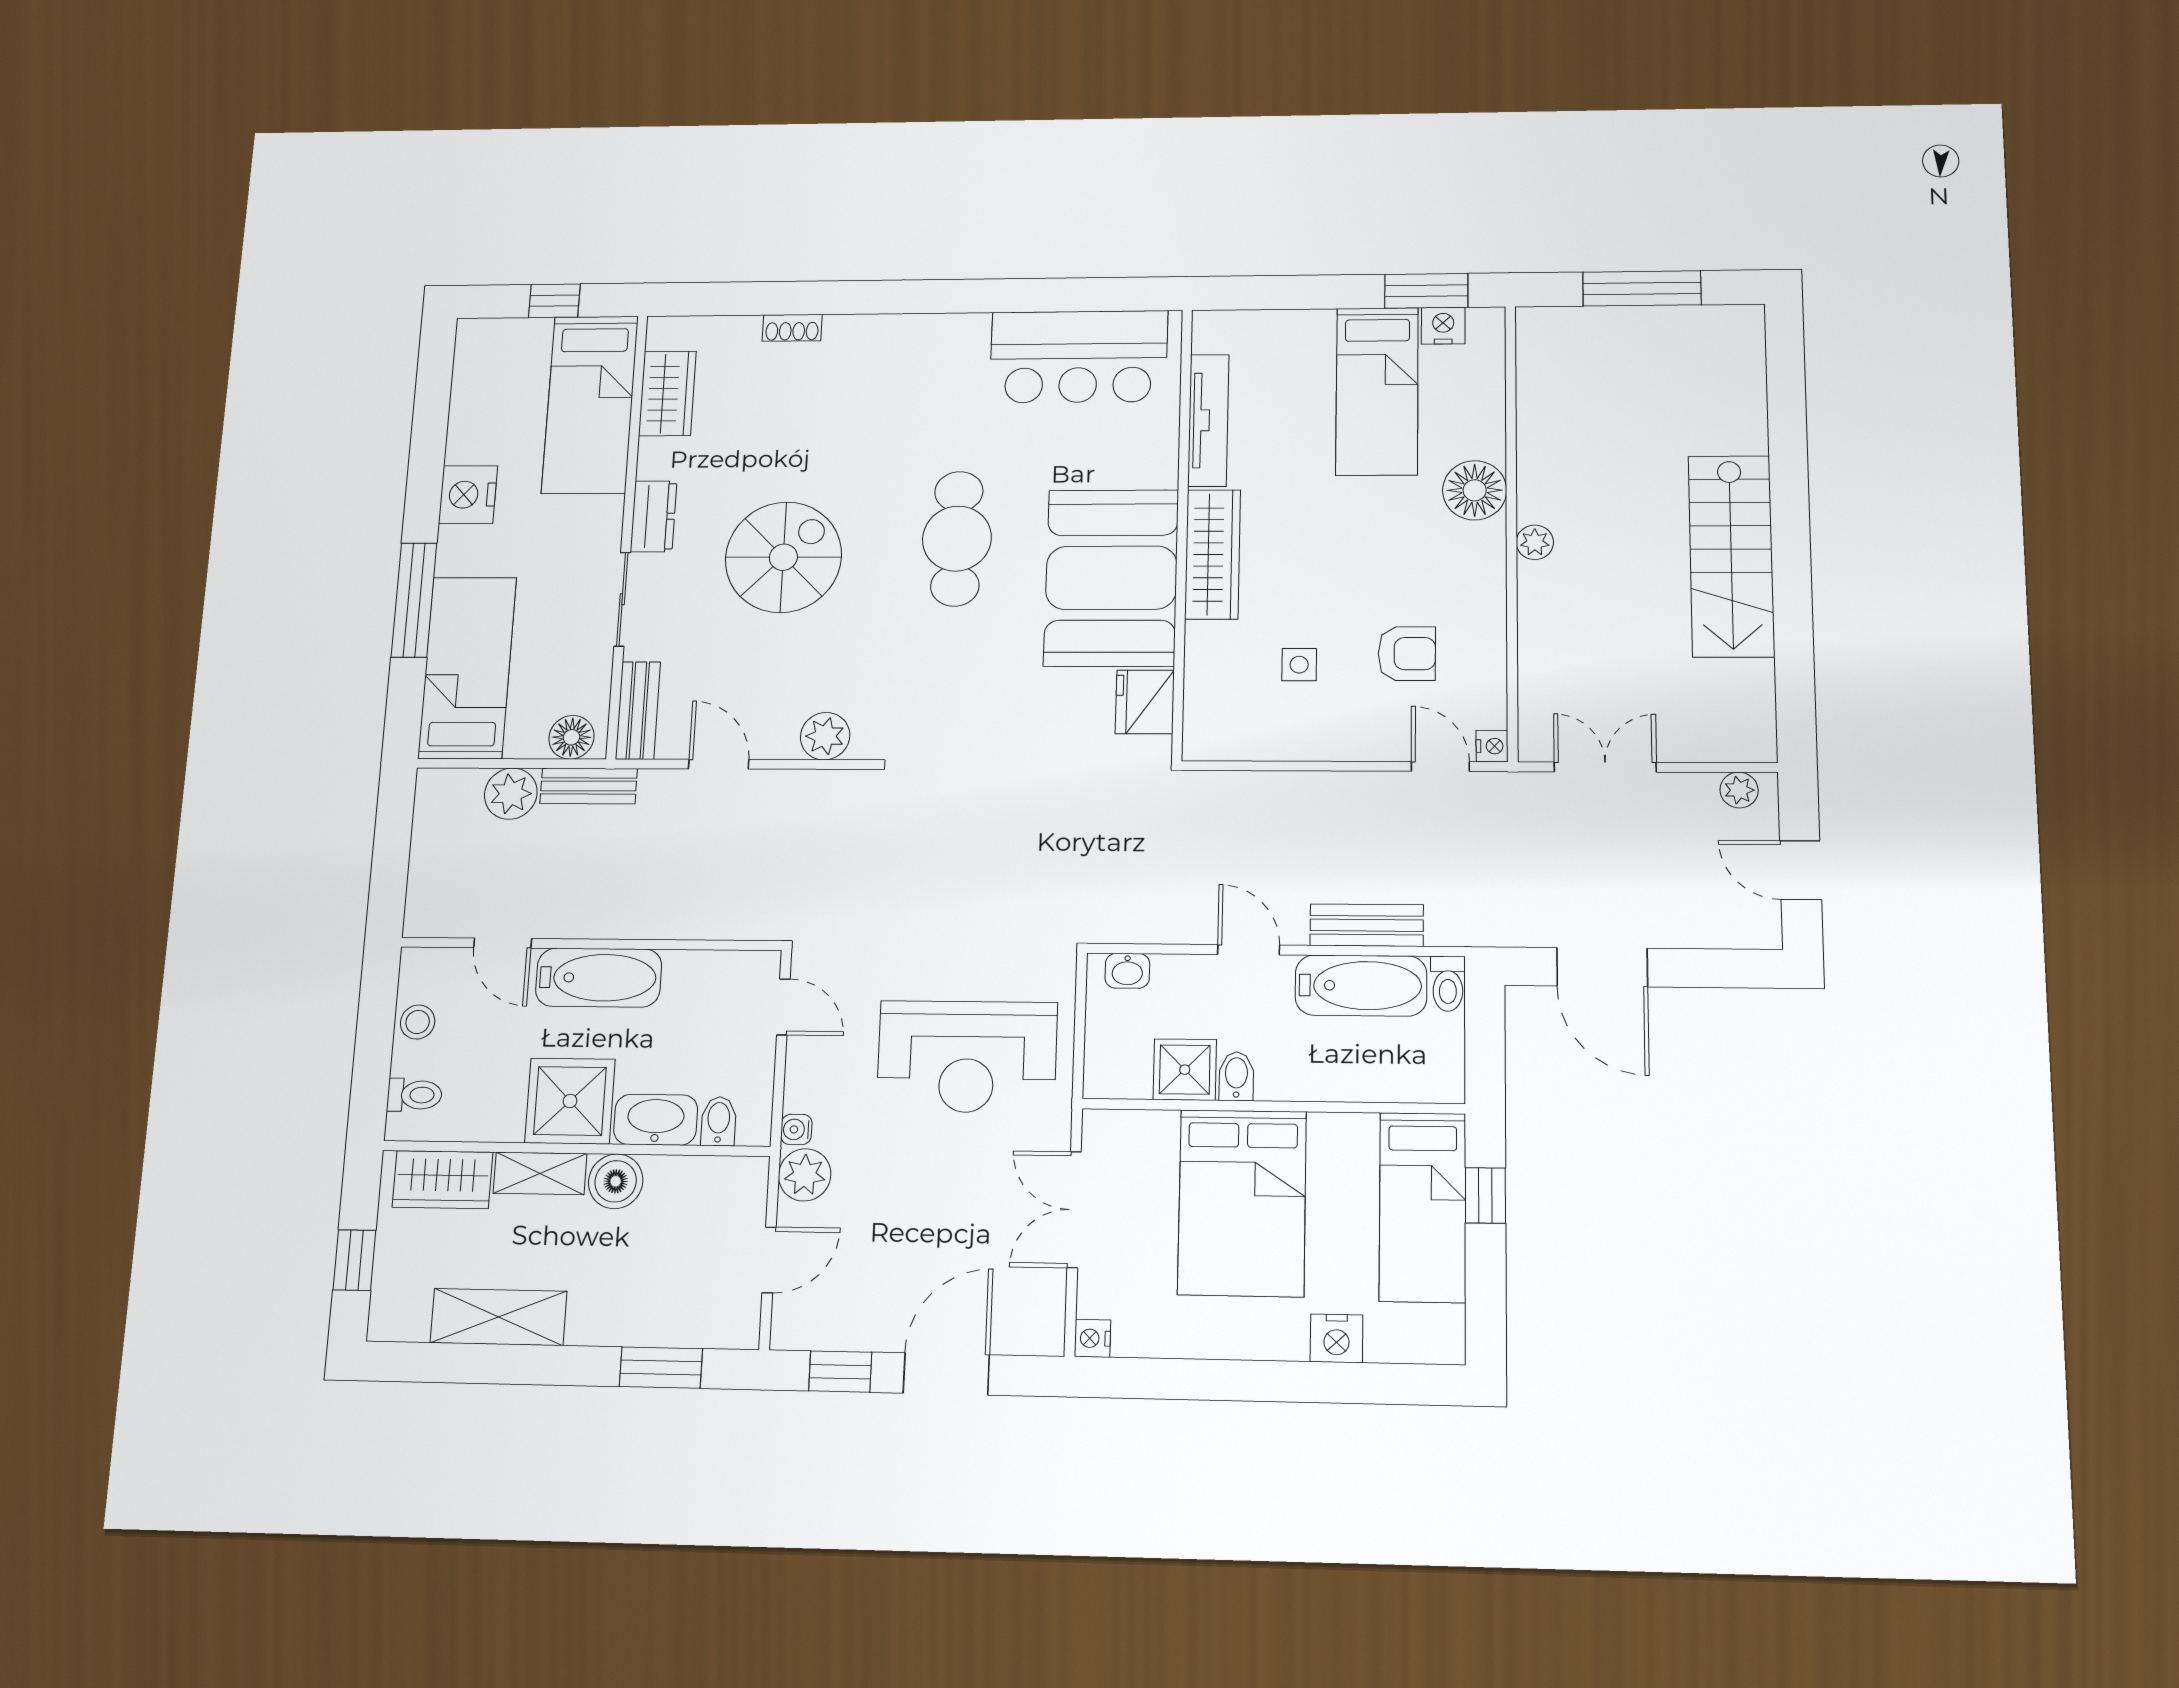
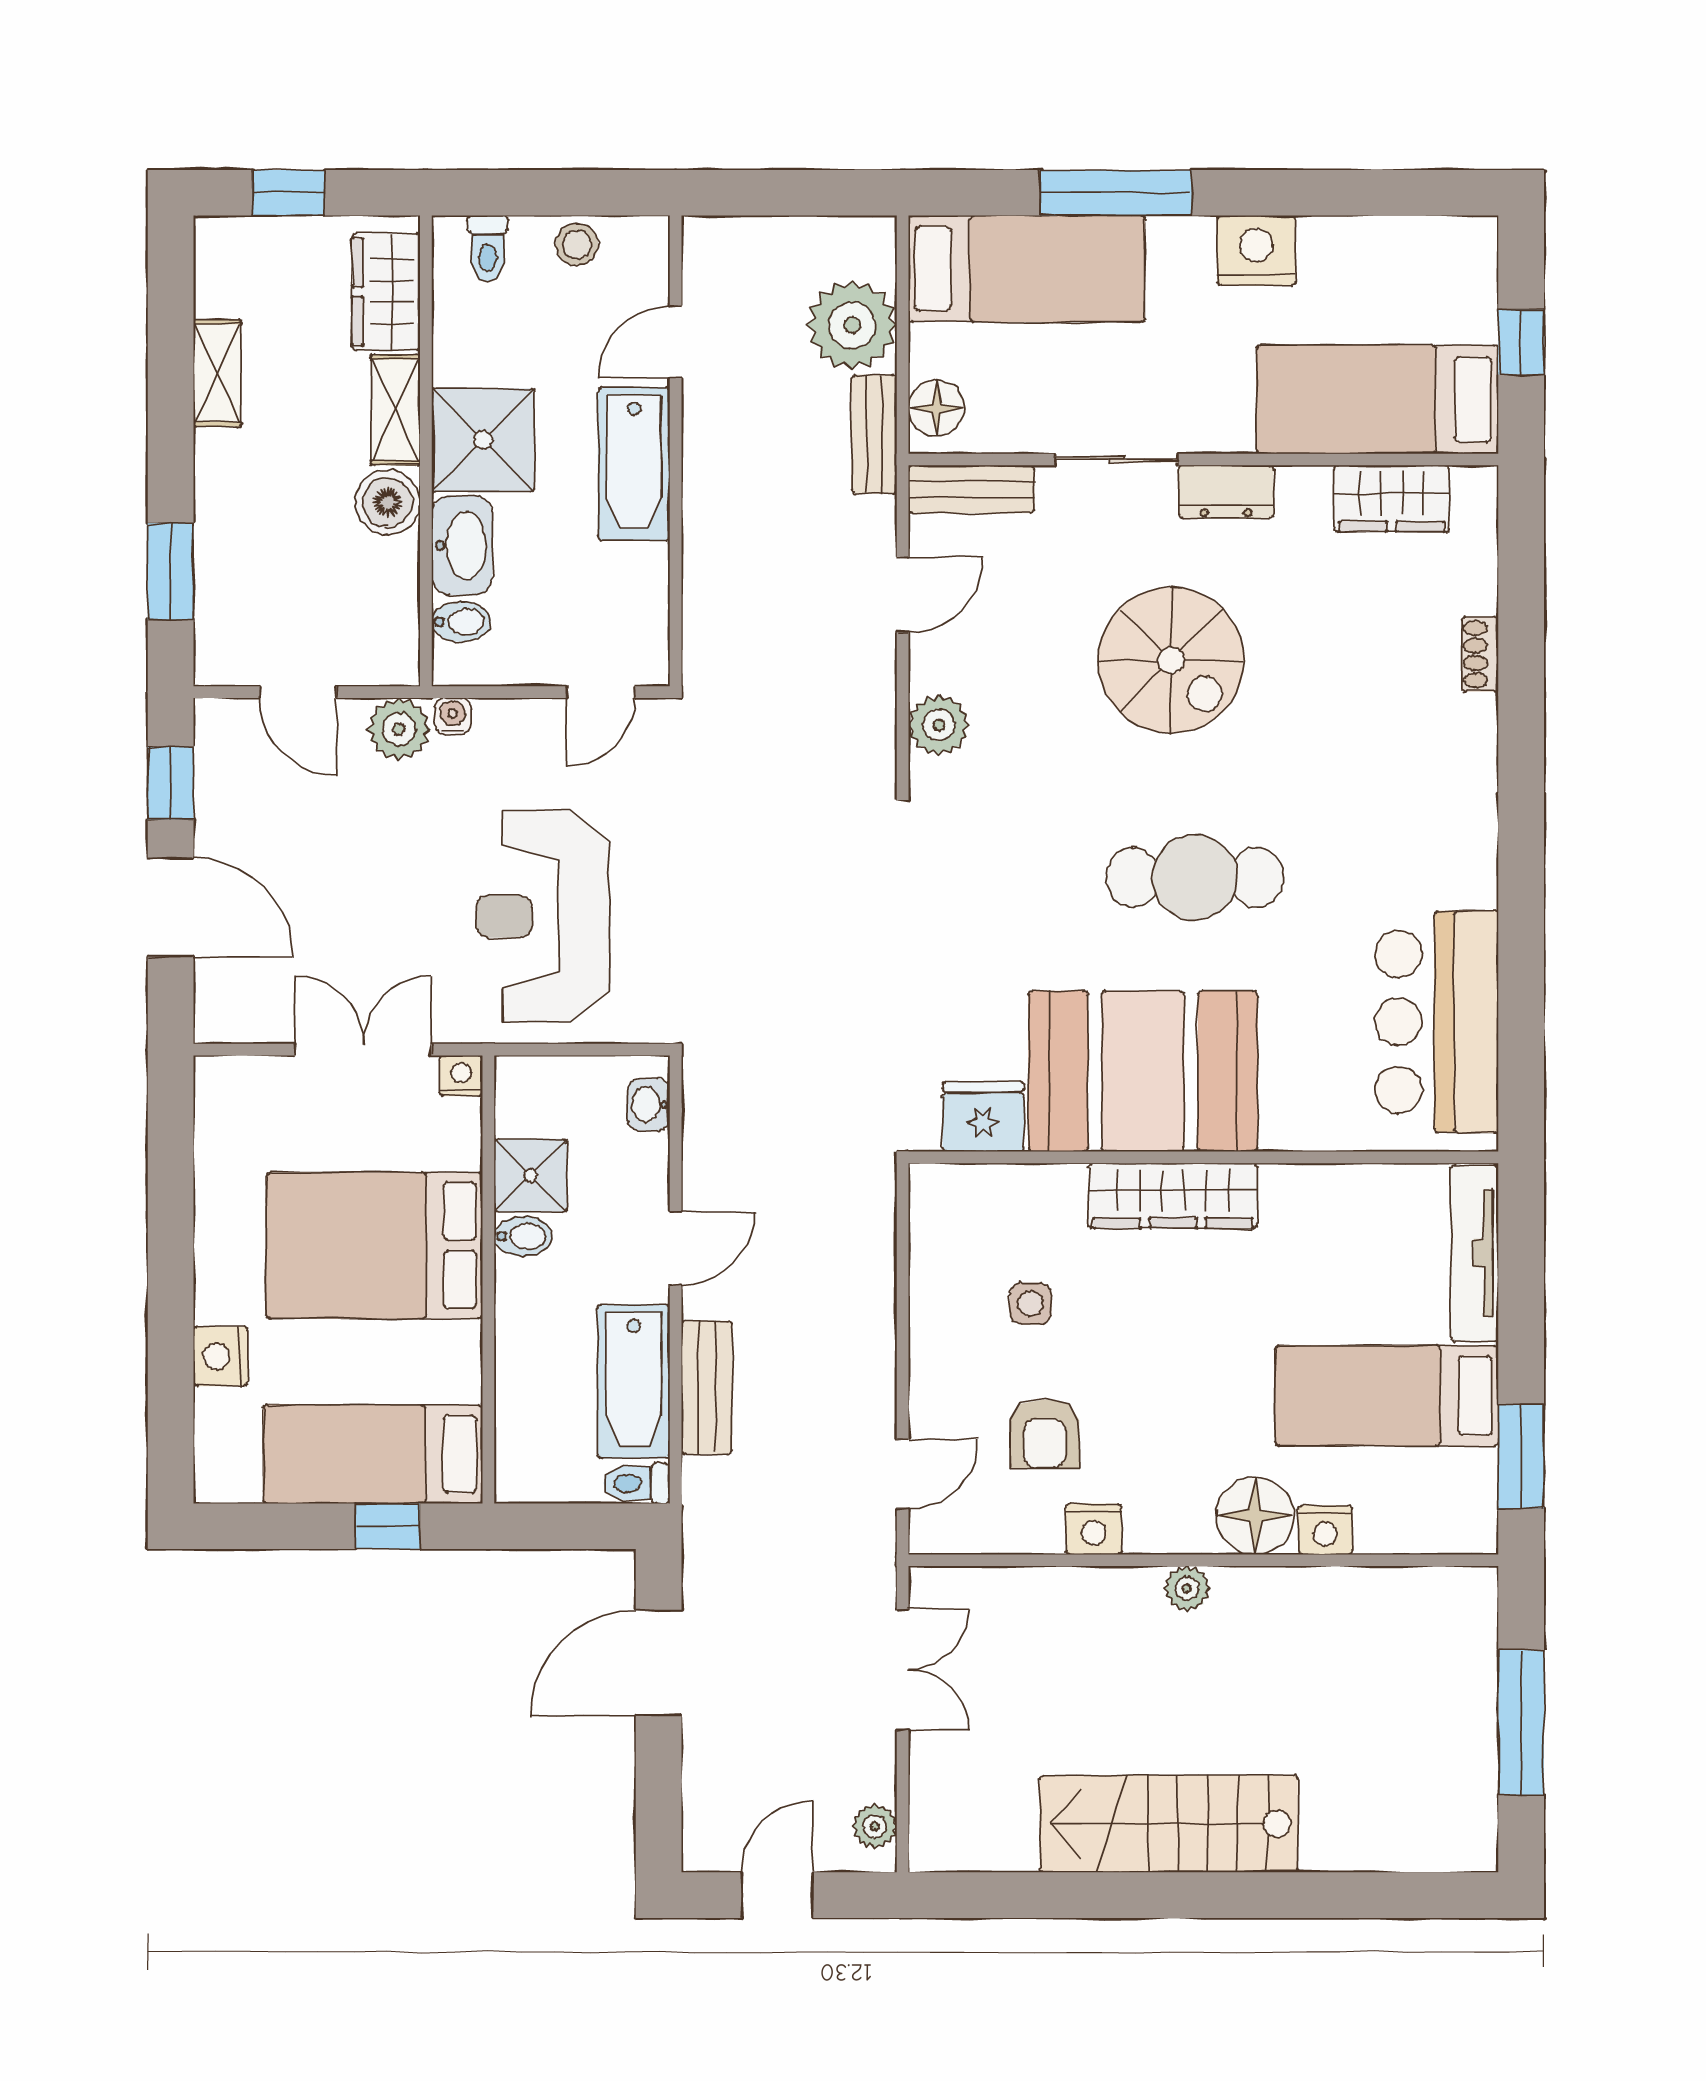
nightstand: (1443, 326) -> (1325, 1530), moved, turned 90
tv unit: (1208, 420) -> (1475, 1253), moved, turned 90
nightstand: (1492, 746) -> (1094, 1529), moved, width x1.39, depth x1.35
plant: (511, 794) -> (852, 325), width x1.36, depth x1.36
shelving: (499, 1317) -> (217, 373), width x0.67, depth x0.75
nightstand: (1092, 1338) -> (461, 1076), moved

